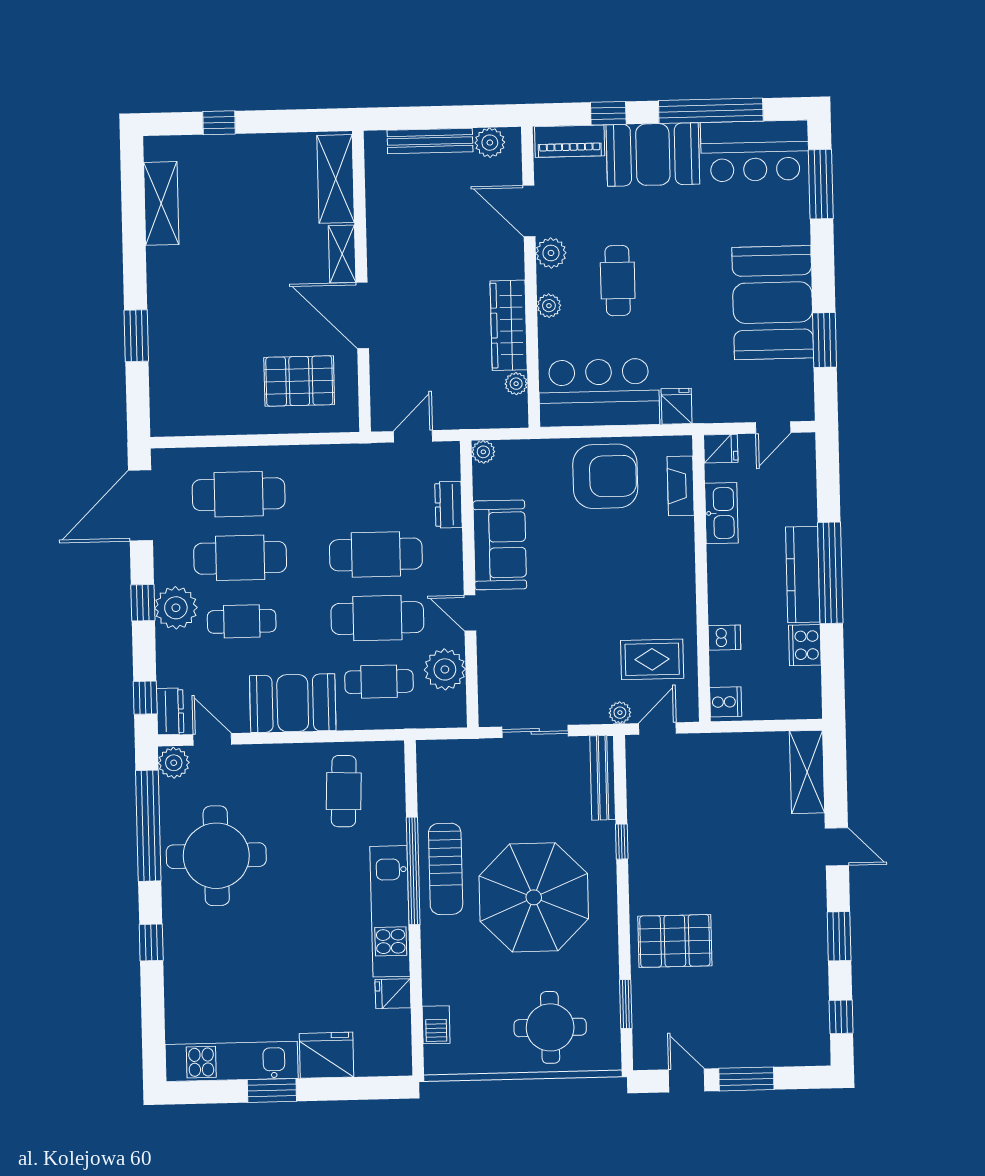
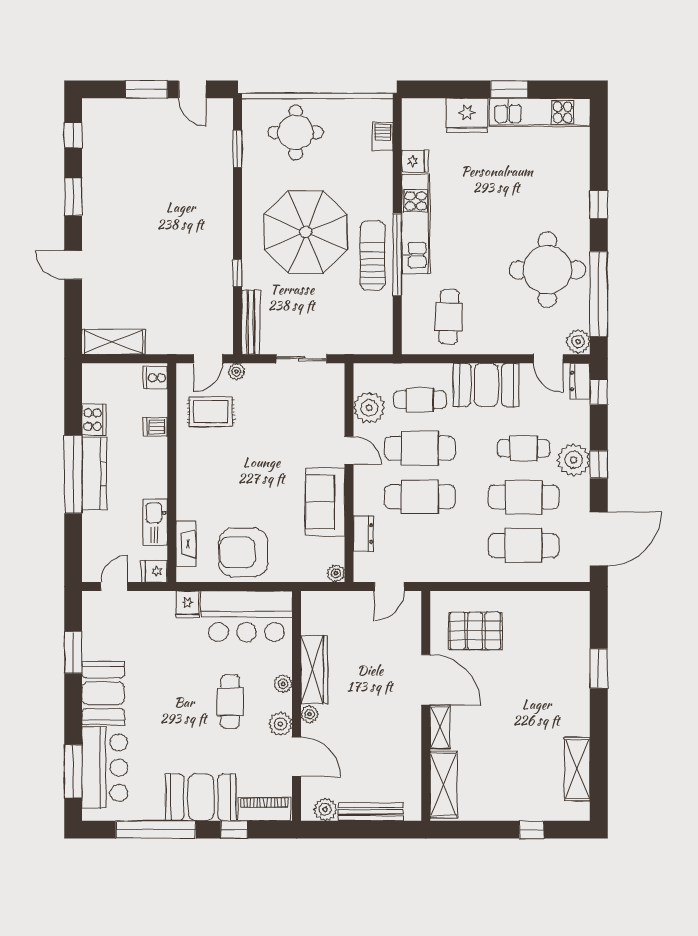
bar counter: (755, 151) -> (105, 768), moved, turned 90
booth: (773, 303) -> (103, 693), width x0.73, depth x0.70
plant: (516, 384) -> (310, 714), moved
shelving: (807, 772) -> (114, 342), moved, turned 90
pallet: (675, 941) -> (199, 196), removed

